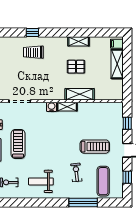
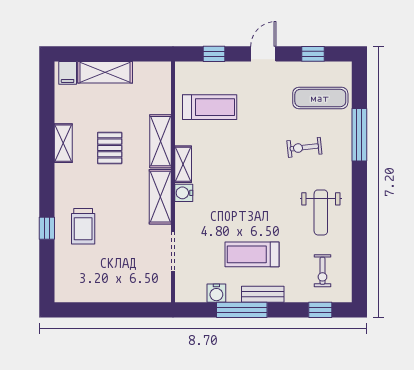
shelving: (49, 94) -> (160, 197), added
treadmill: (95, 147) -> (210, 107), moved, turned 90

